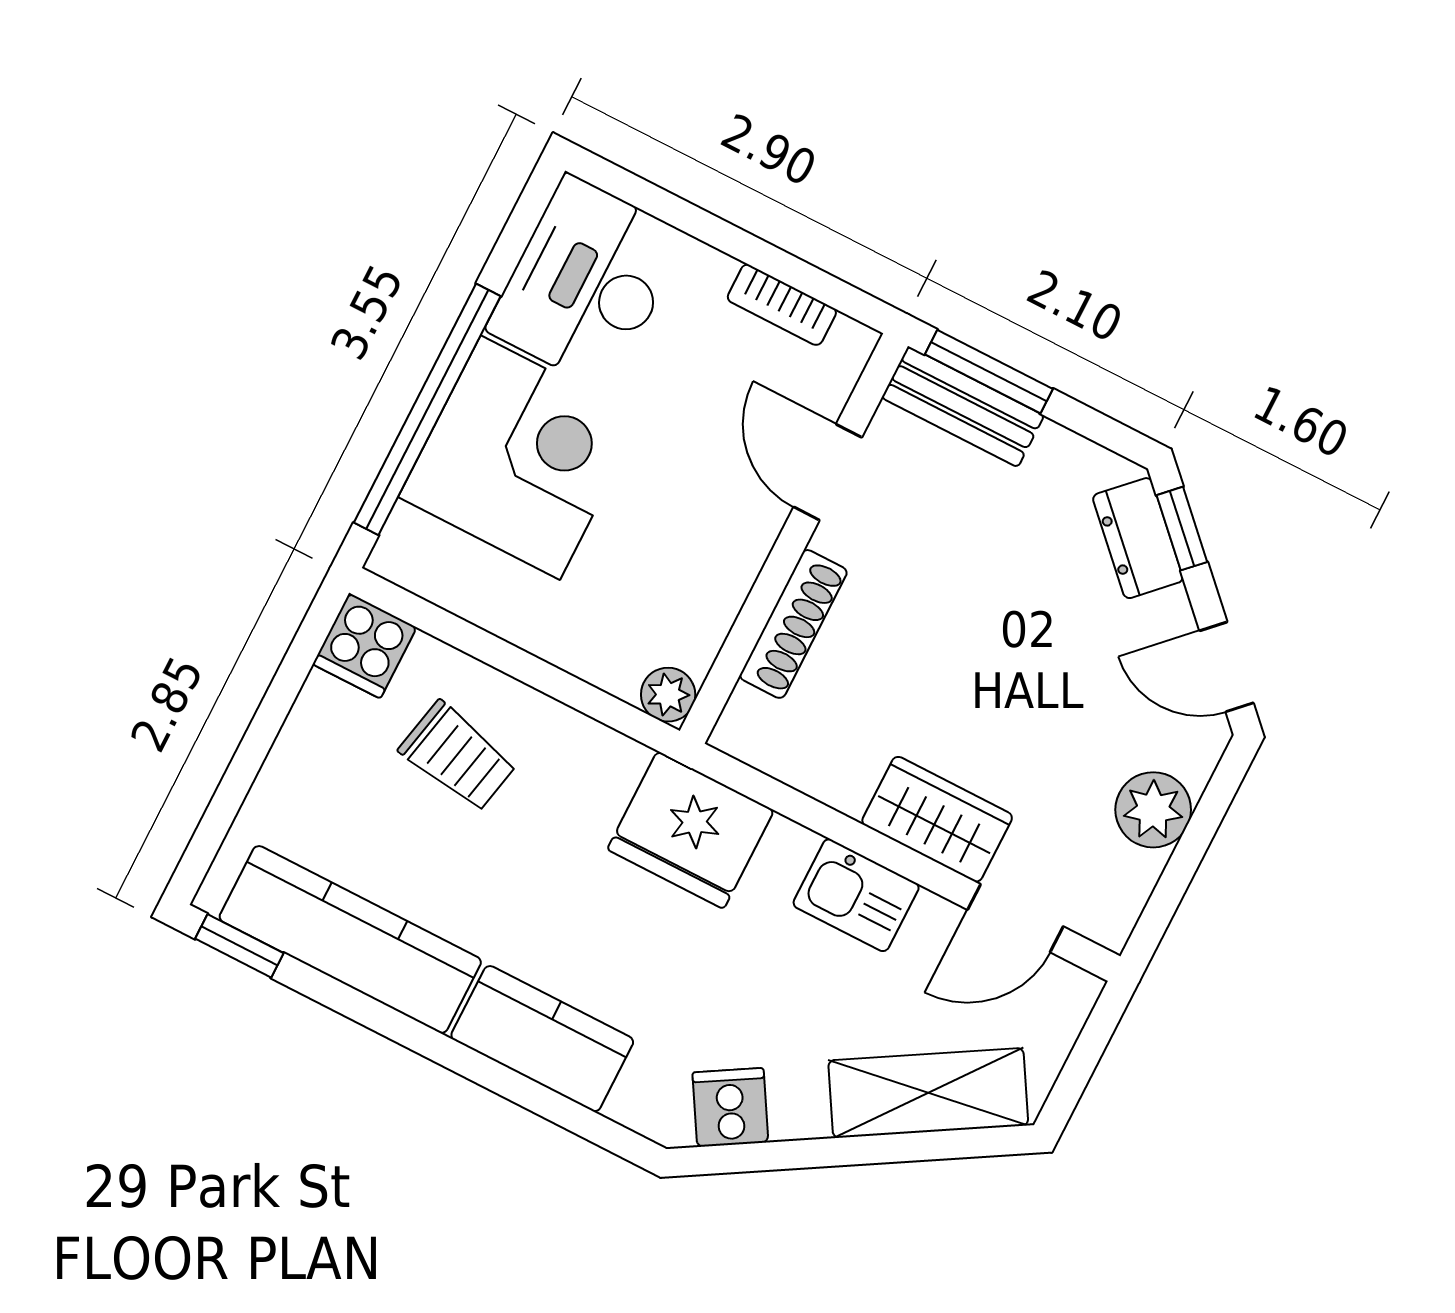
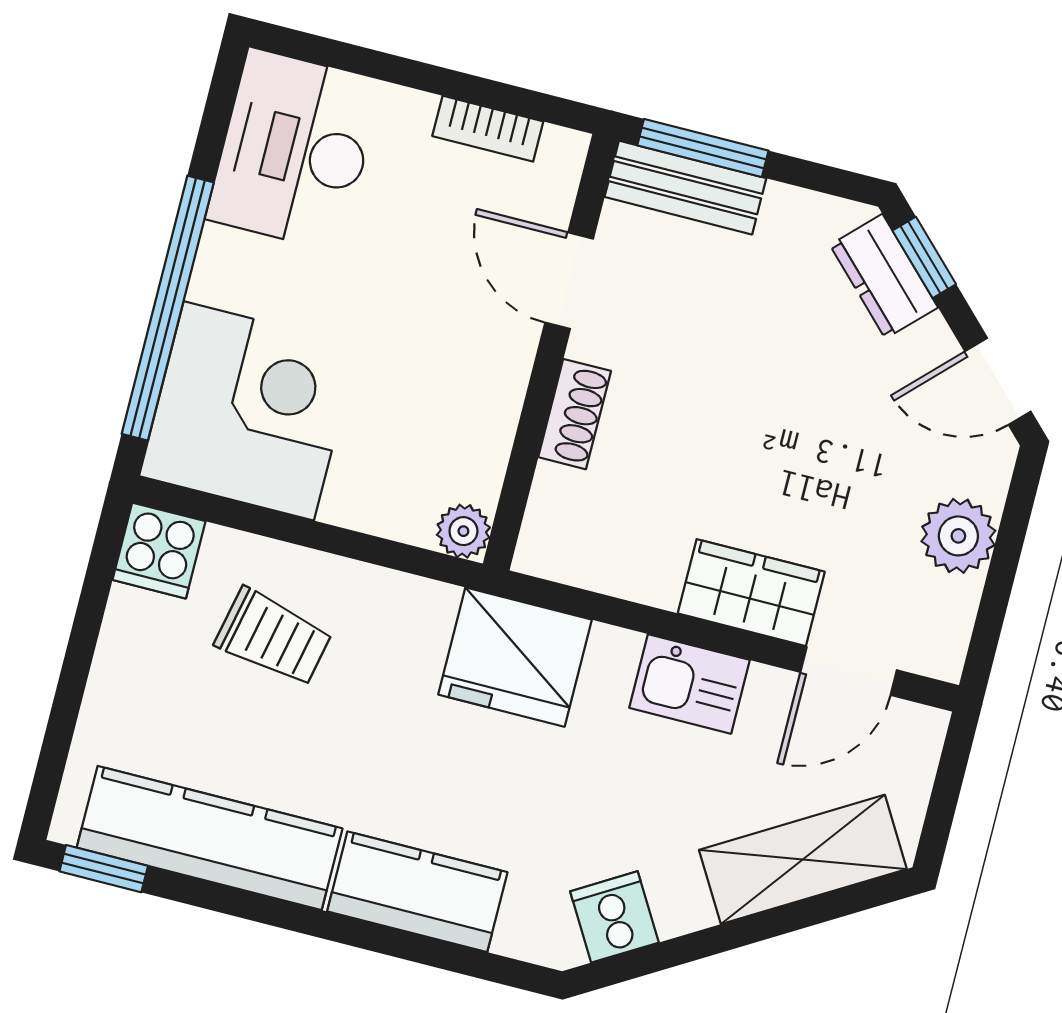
corner desk: (520, 458) -> (249, 411), moved
shoe rack: (793, 624) -> (575, 414), width x0.70

